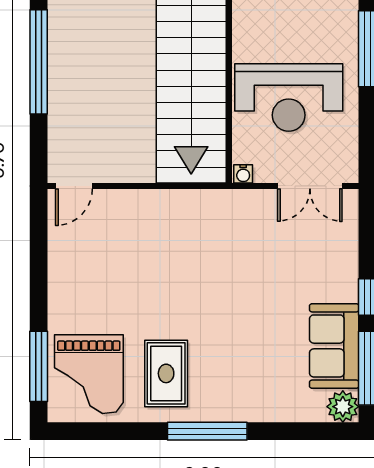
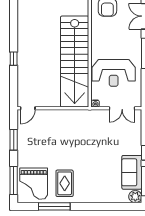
window: (39, 62) -> (14, 59), width x0.32
window: (39, 265) -> (14, 140), added
window: (207, 431) -> (54, 206), moved

